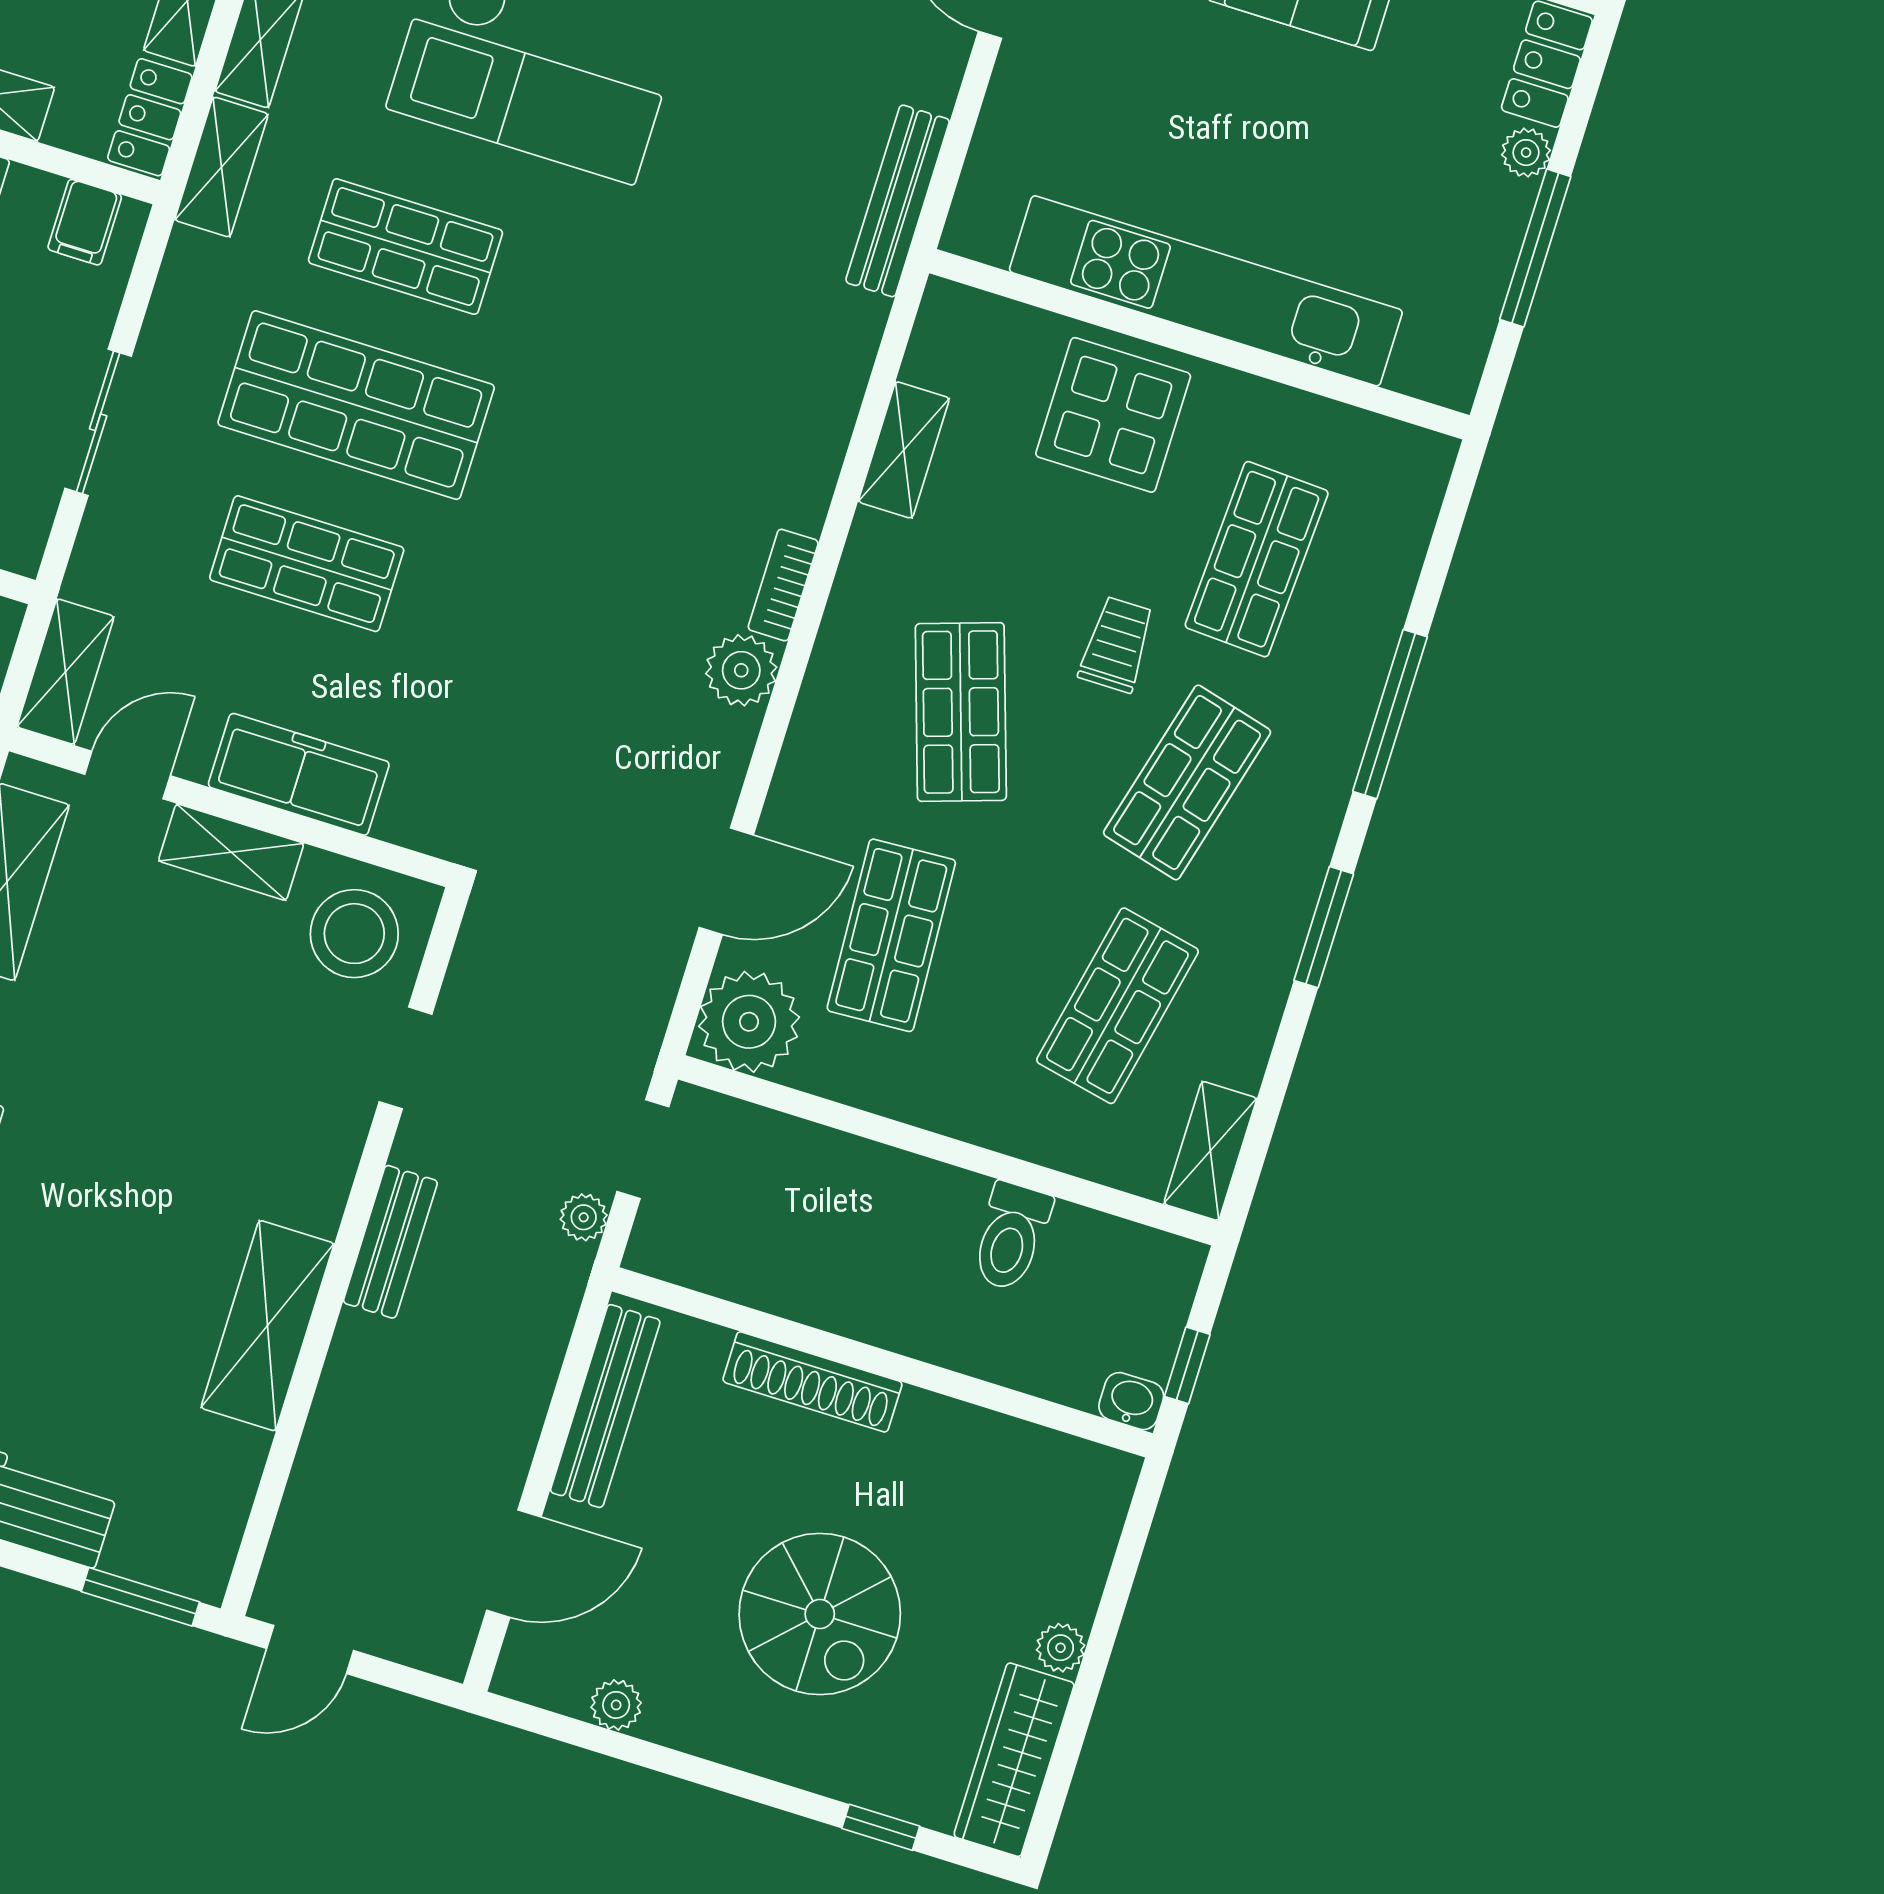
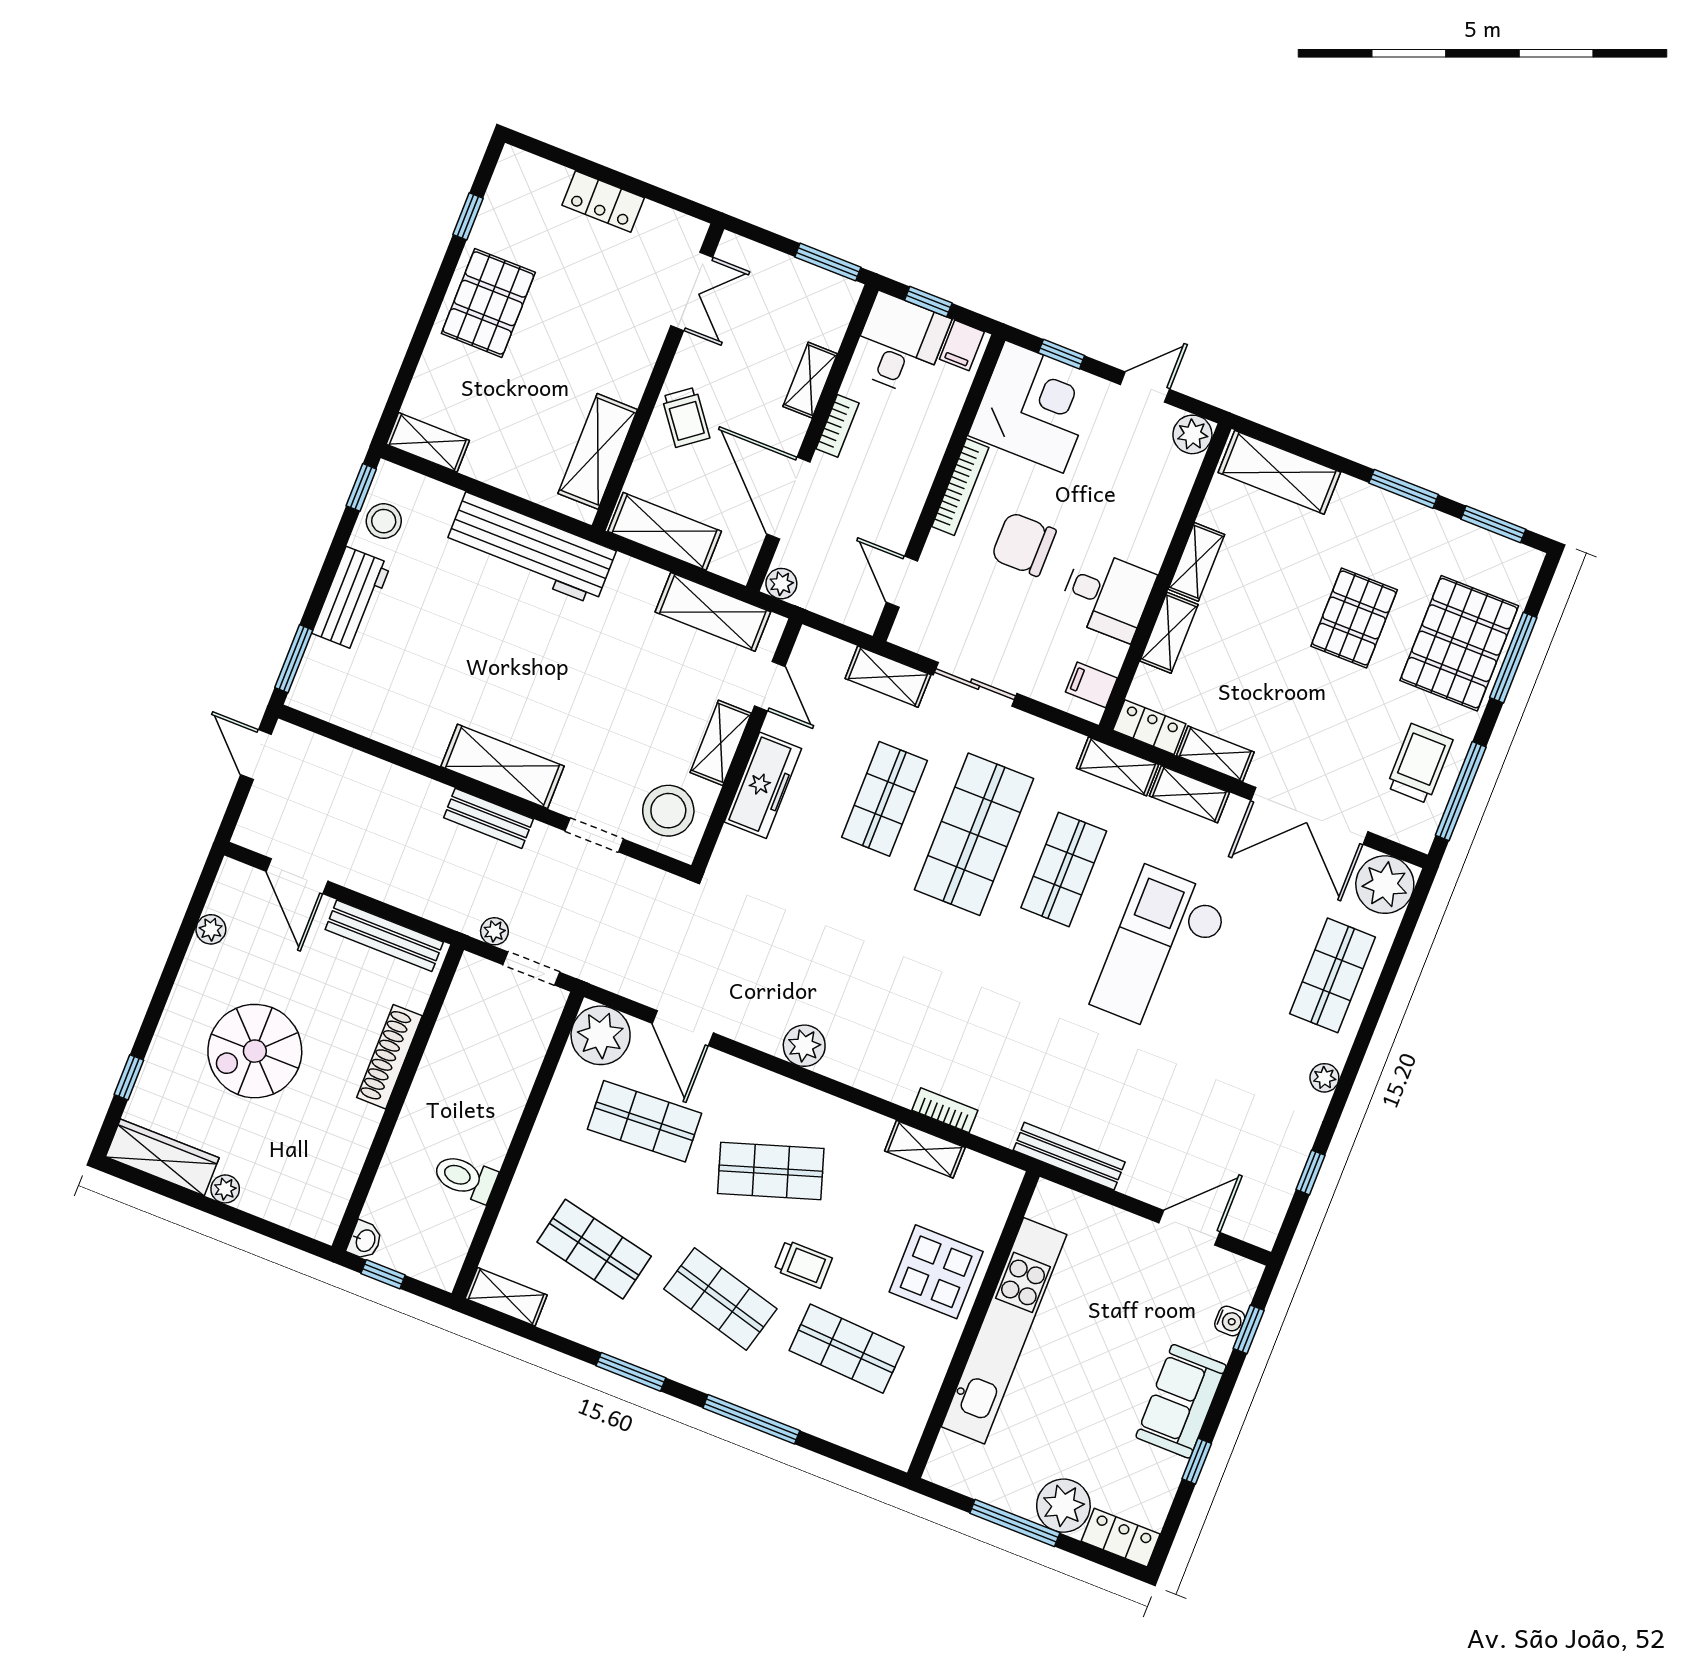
plant: (1526, 153) -> (1063, 1506), width x1.88, depth x1.88
bookcase: (783, 585) -> (945, 1110), moved
shelving: (66, 672) -> (888, 677), moved
shelving: (267, 1326) -> (502, 766), moved

